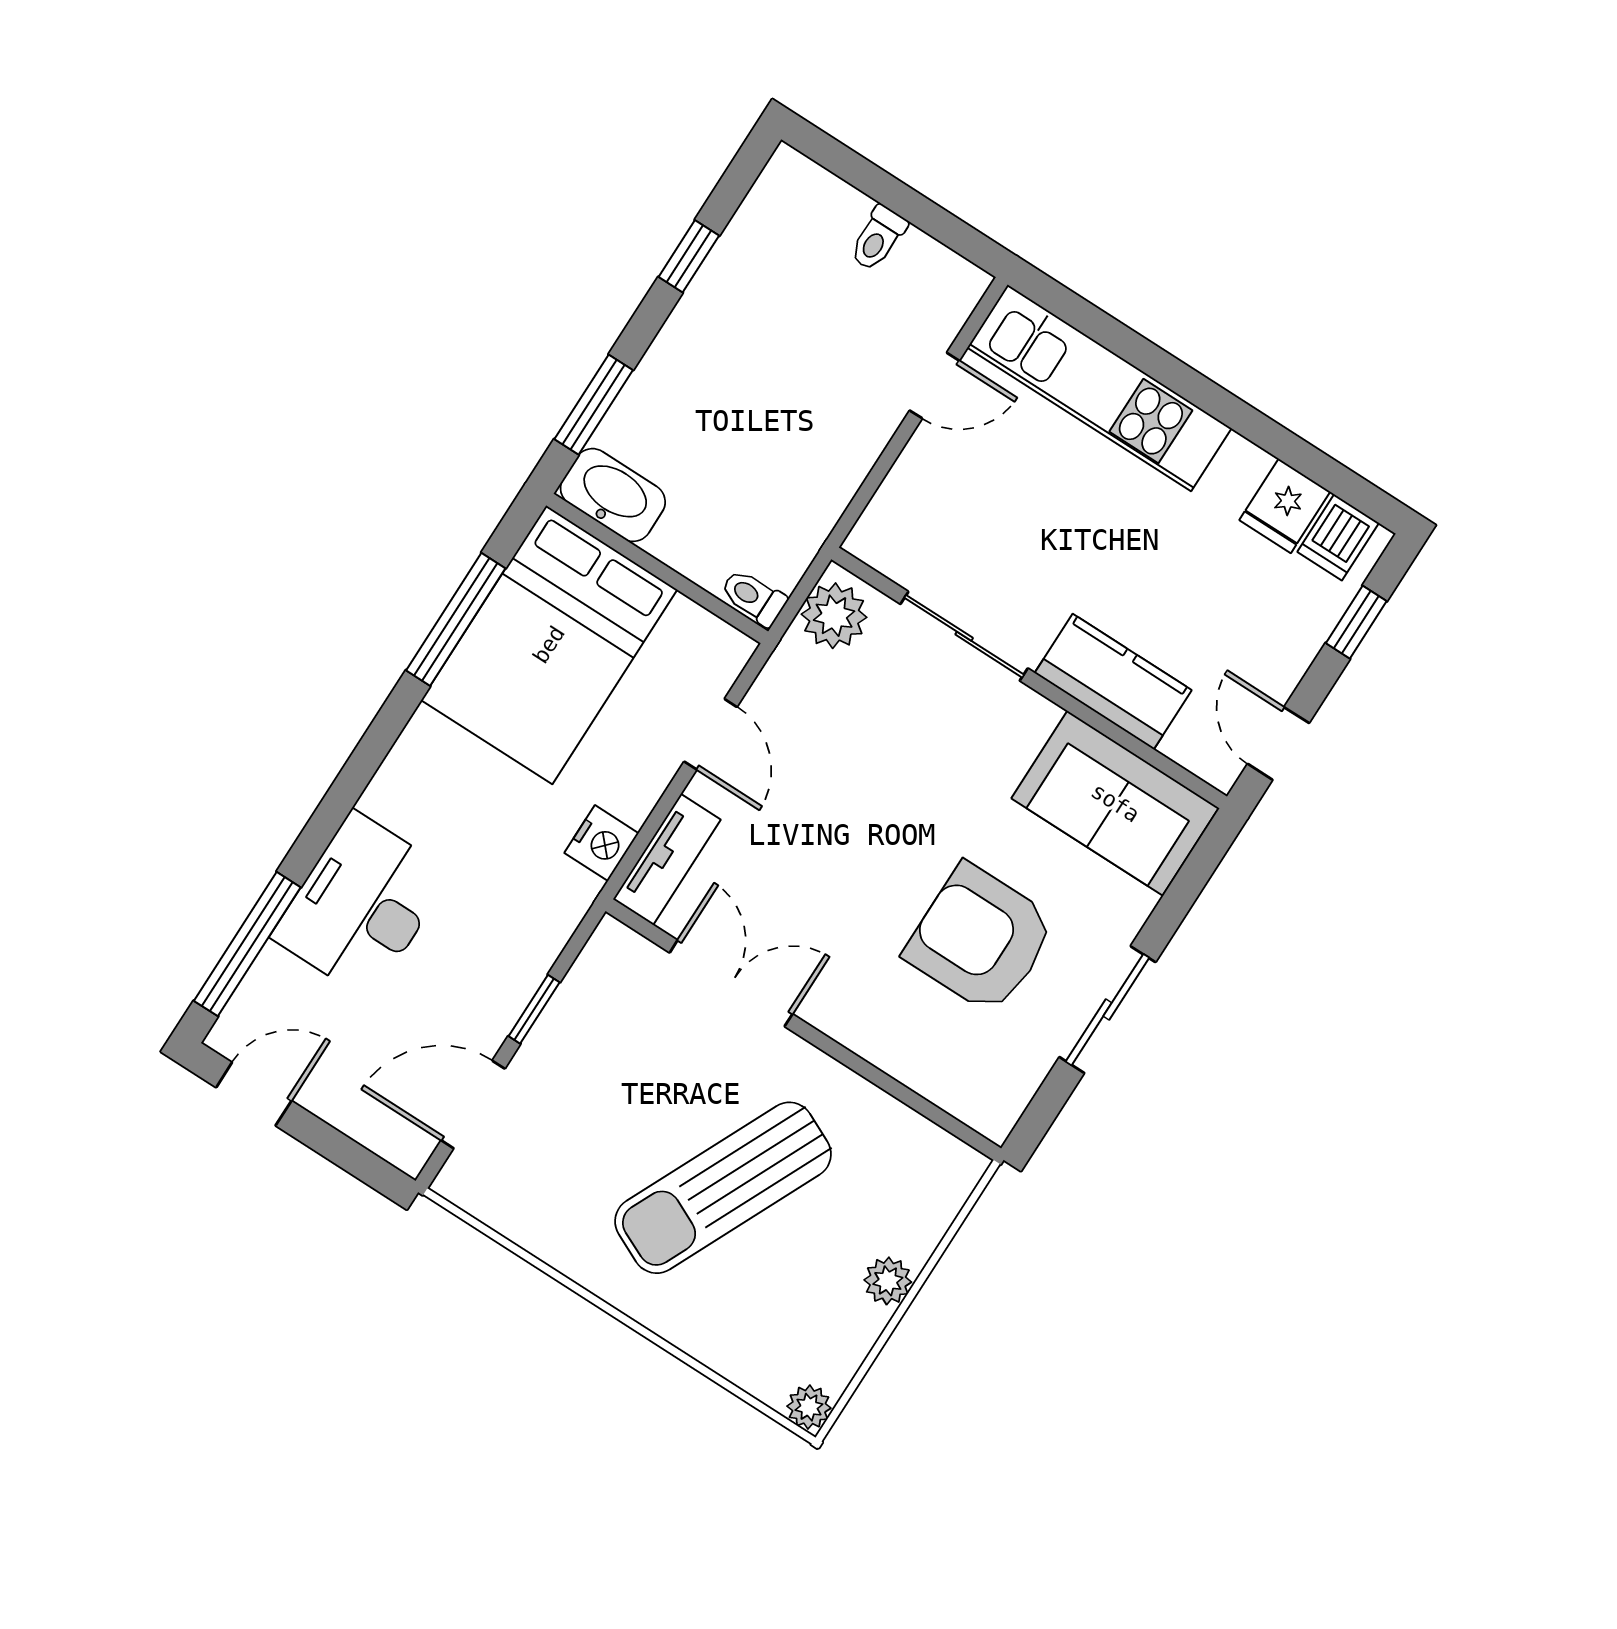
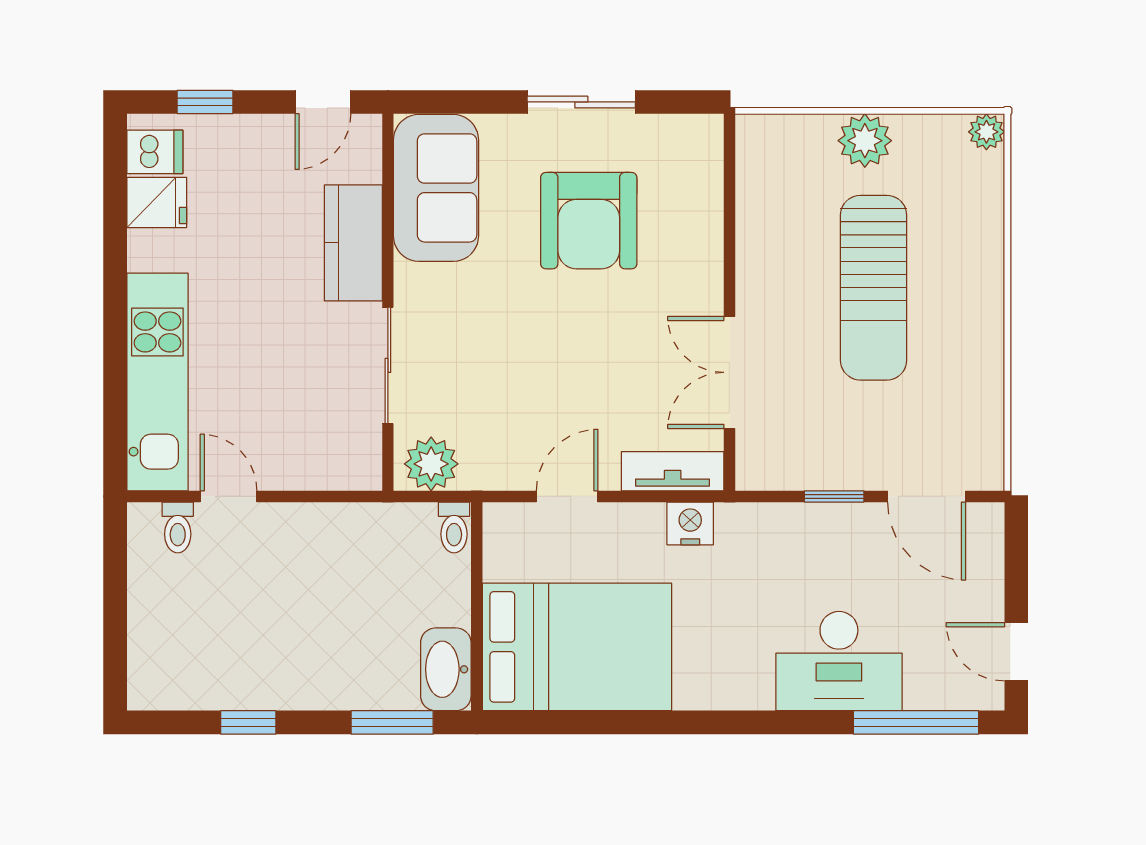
toilet: (878, 238) -> (178, 527), moved, turned 90
window: (456, 619) -> (601, 722), removed
sun lounger: (723, 1188) -> (874, 288), turned 65
plant: (888, 1281) -> (865, 141), width x1.38, depth x1.38

